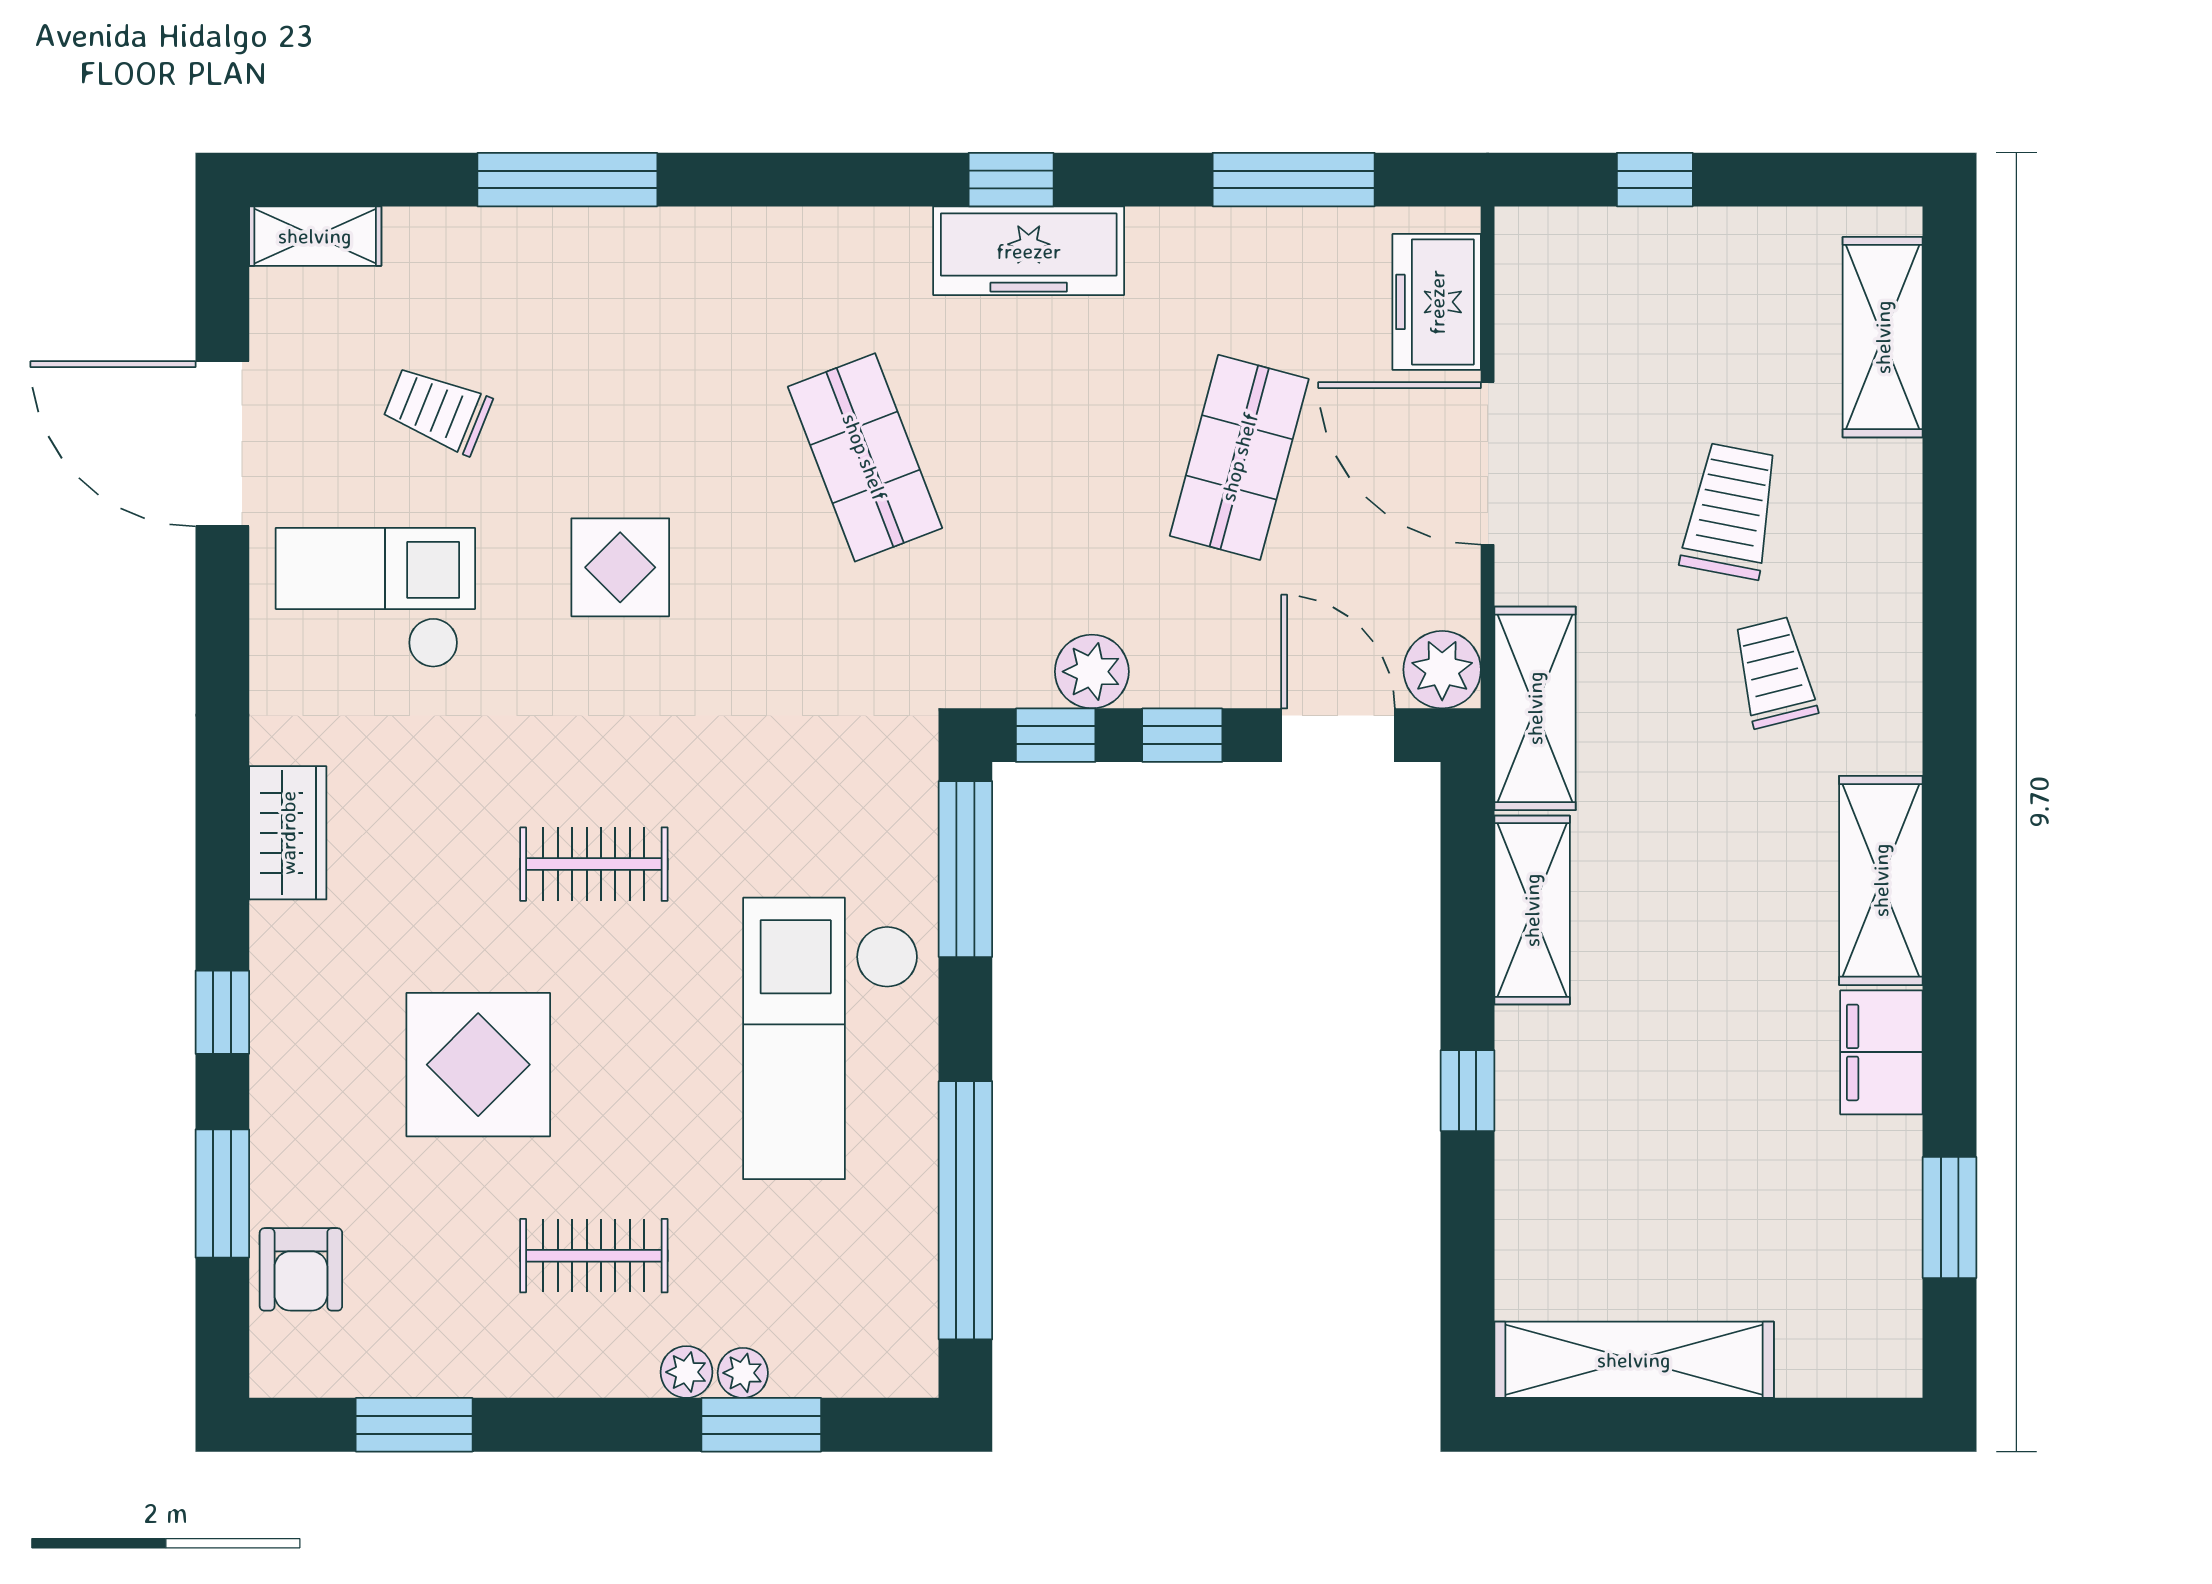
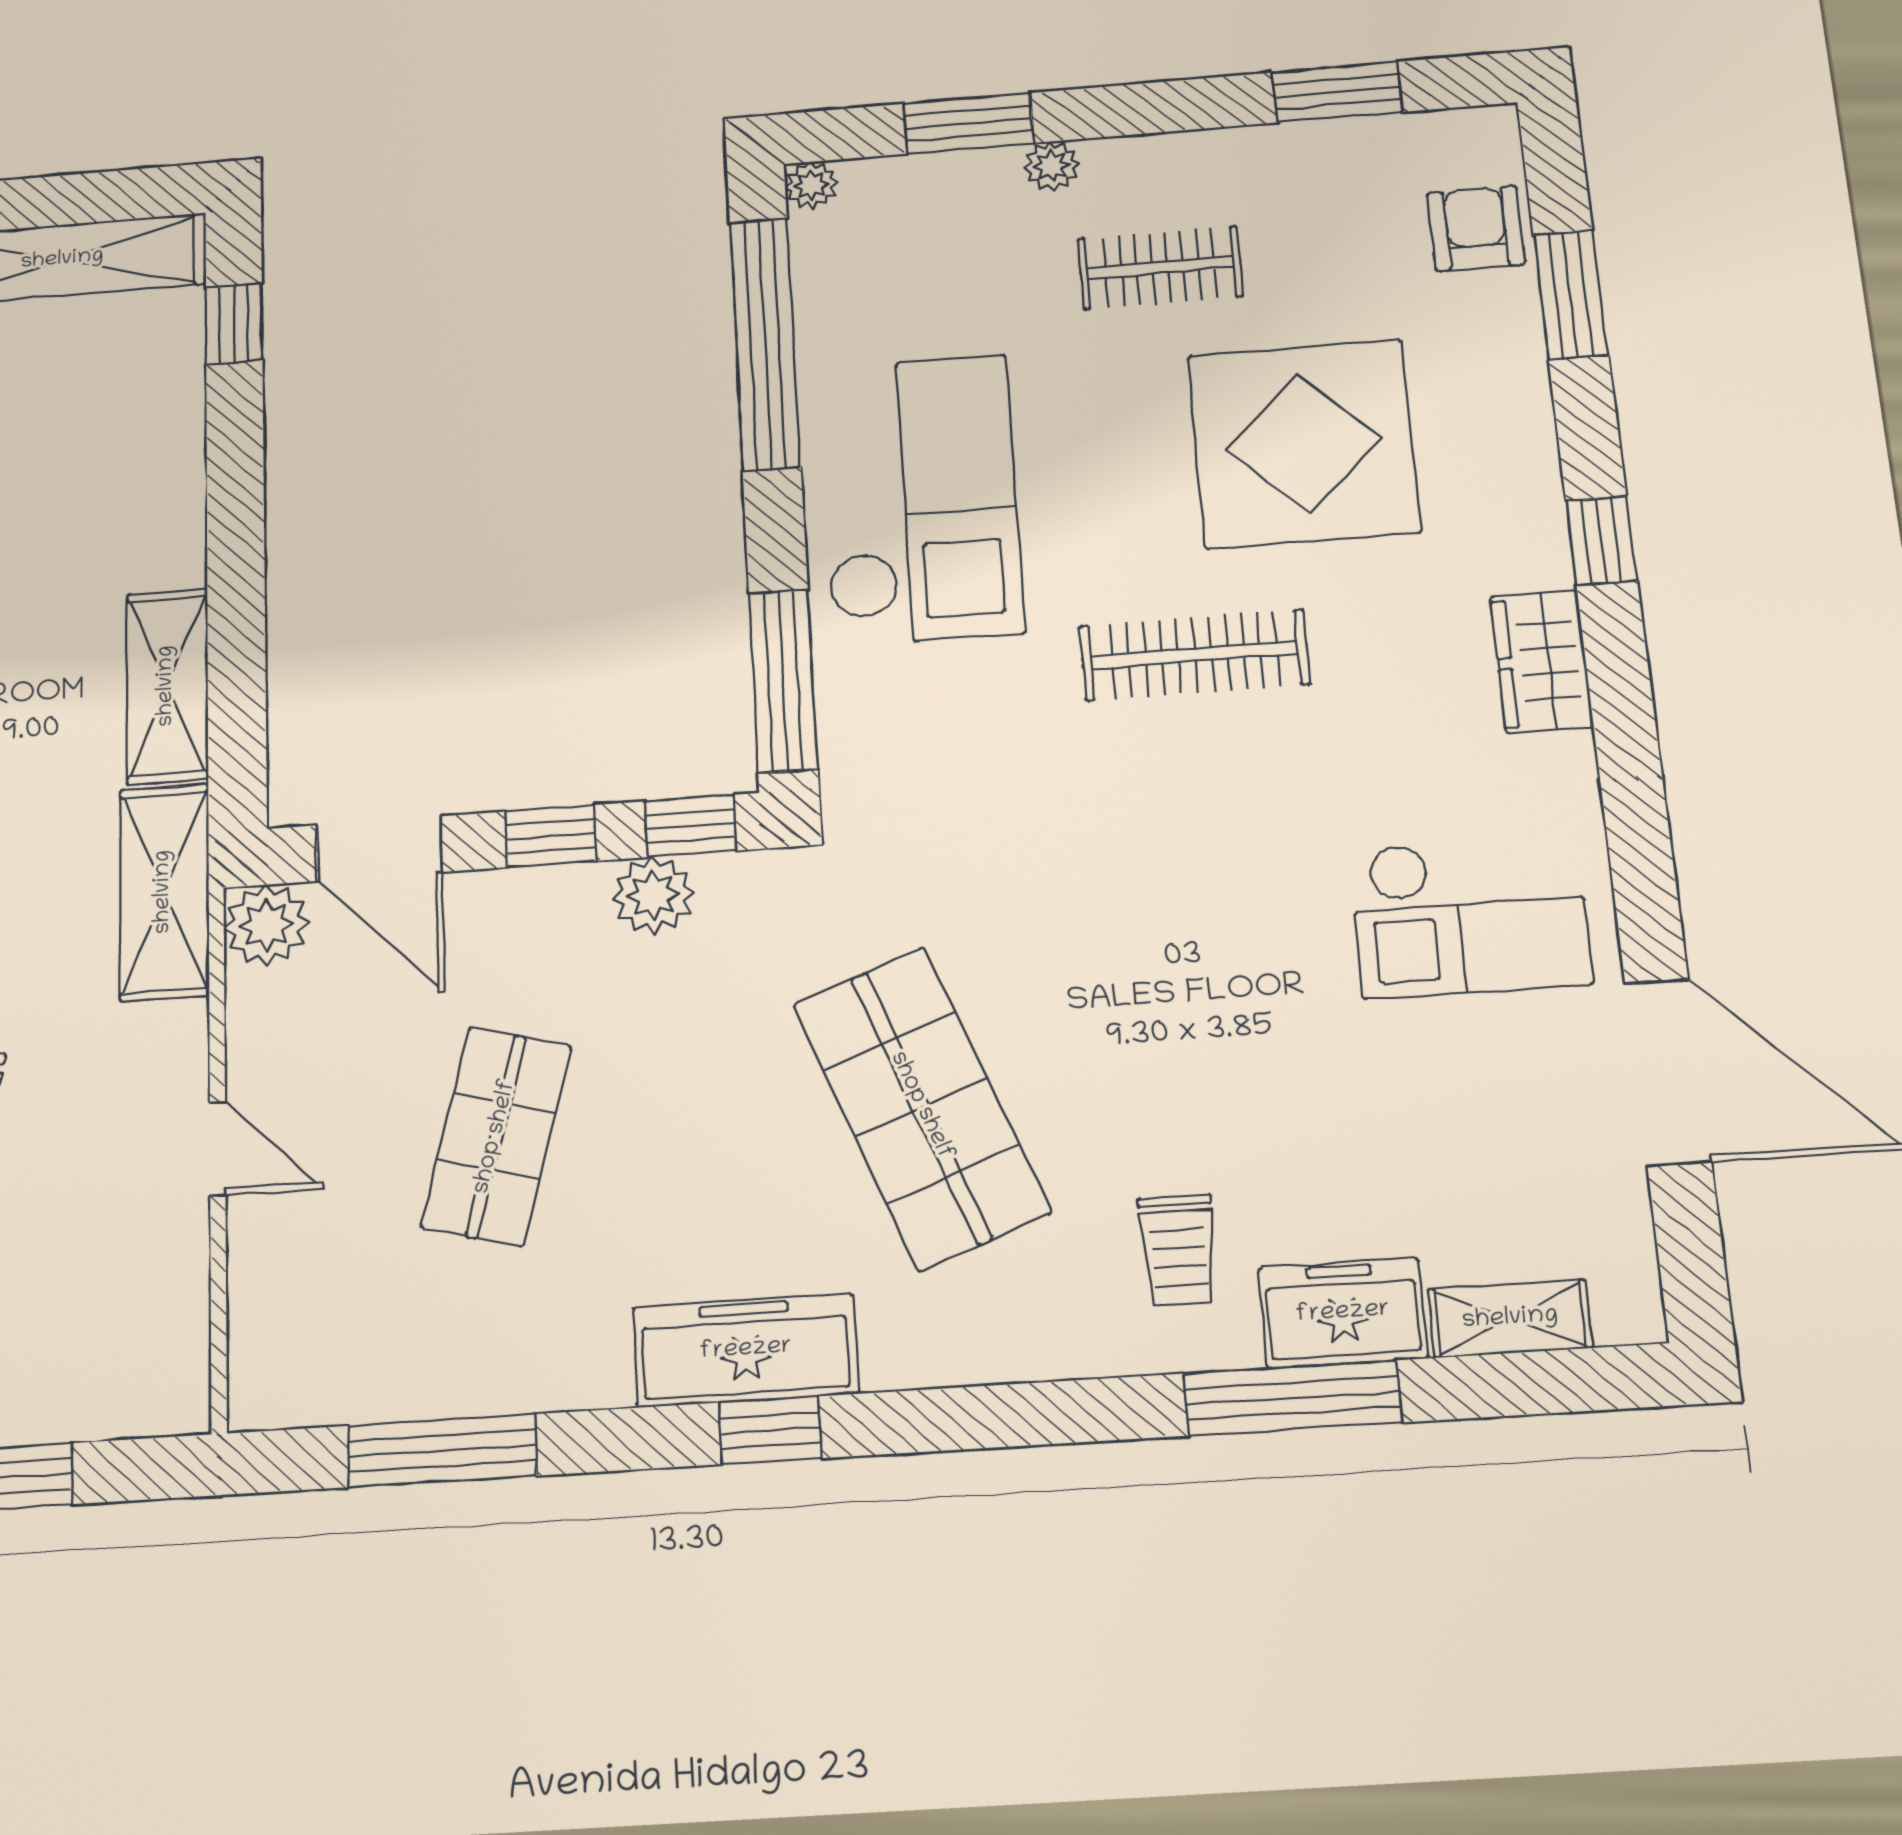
shelving: (315, 236) -> (1510, 1319), moved
freezer: (1437, 302) -> (1343, 1313), moved, turned -90
trolley: (437, 410) -> (1178, 1250), moved, turned 68
shop shelf: (865, 457) -> (921, 1107), width x1.43, depth x1.36
door: (1488, 463) -> (218, 1148), width x0.53
display table: (620, 567) -> (1192, 969), removed
clothes rail: (594, 864) -> (1195, 655), width x1.36
window: (222, 1012) -> (1601, 541), moved
display table: (478, 1065) -> (1304, 443), width x1.36, depth x1.36
window: (1468, 1091) -> (234, 324), moved
plant: (743, 1373) -> (811, 185), moved

